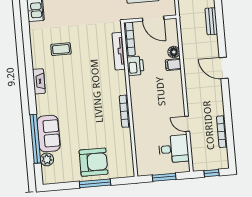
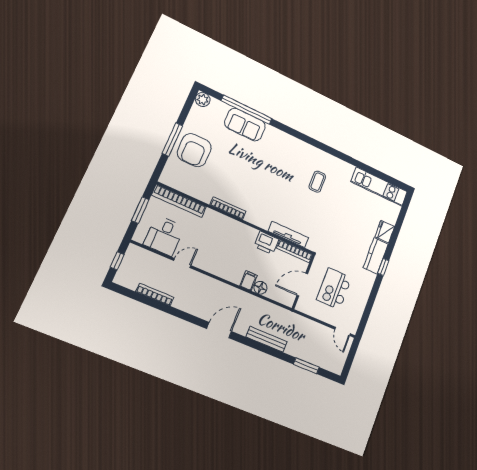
bench: (211, 21) -> (267, 339), width x1.36
fireplace: (39, 81) -> (298, 144), removed
bookcase: (141, 152) -> (179, 201), added
plant: (47, 159) -> (203, 100), moved

